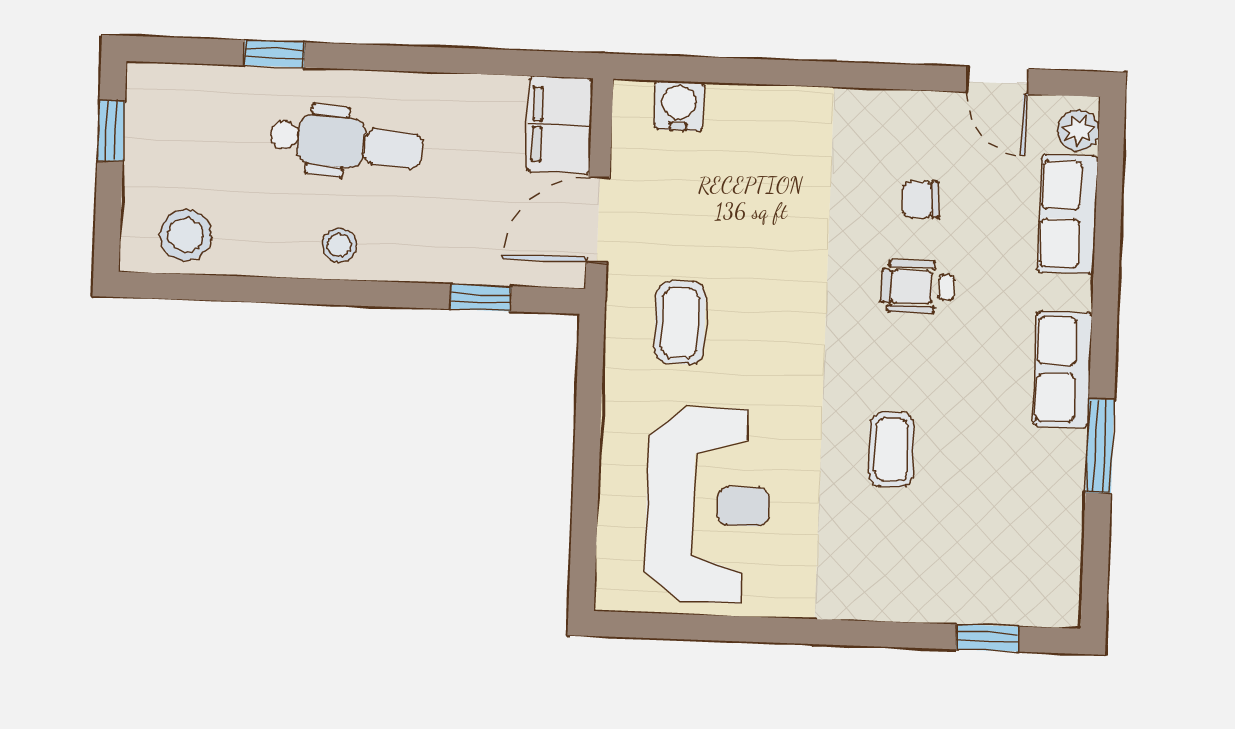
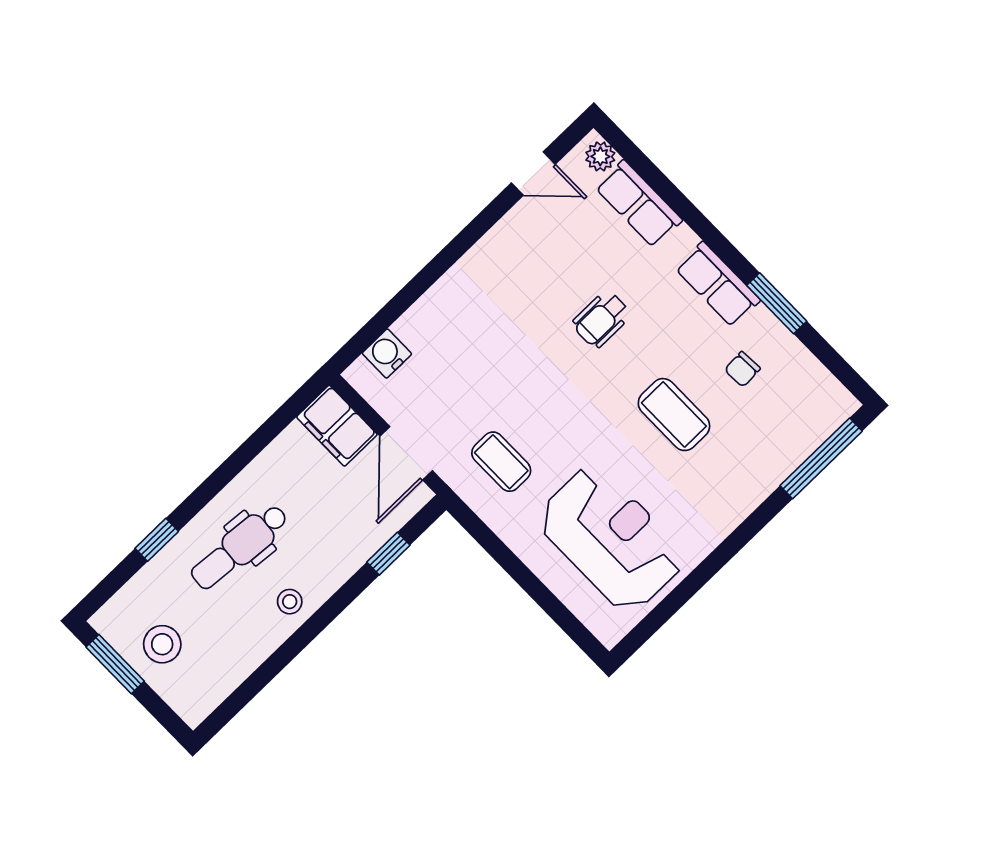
window: (111, 131) -> (115, 664), width x1.50
dental chair: (346, 143) -> (239, 547), turned 180
chair: (921, 200) -> (742, 369), moved
stool: (186, 235) -> (162, 644), moved
coffee table: (891, 450) -> (674, 415), width x1.36, depth x1.30
window: (988, 638) -> (821, 458), width x2.17

